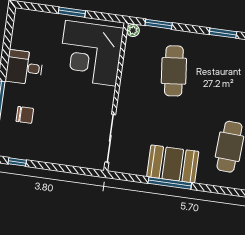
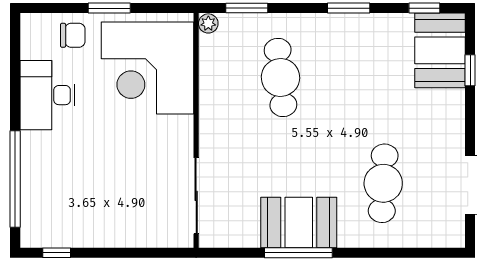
desk: (24, 68) -> (47, 95), width x1.37
chair: (25, 115) -> (73, 35), moved

